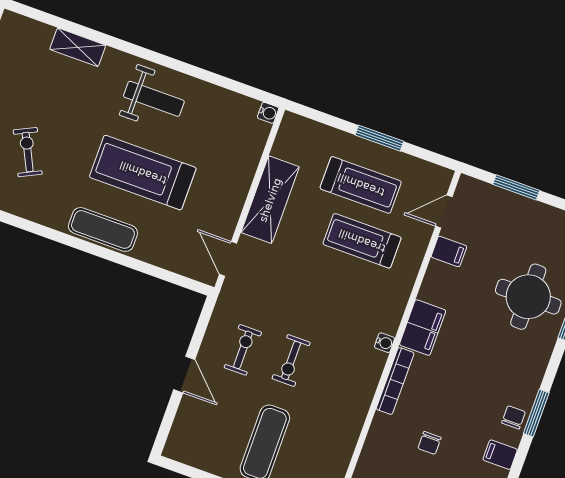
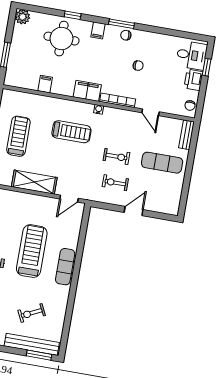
treadmill: (143, 173) -> (32, 251), turned 180
door: (444, 211) -> (150, 112), moved
treadmill: (362, 241) -> (71, 132), moved, turned -90
chair: (429, 443) -> (138, 66), moved
filing cabinet: (500, 455) -> (98, 30), moved

